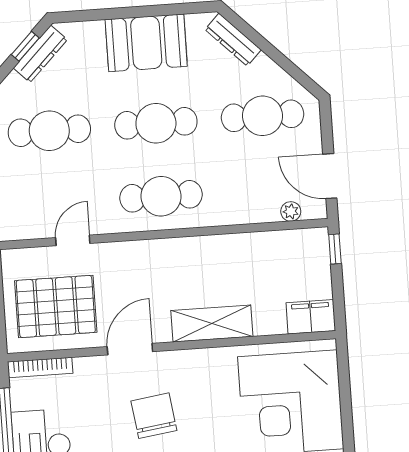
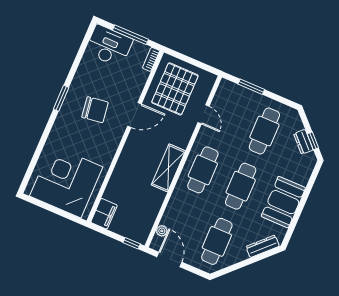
dresser: (40, 54) -> (303, 142), width x0.70
door: (330, 176) -> (169, 260), hinge flipped
shelving: (212, 324) -> (168, 168), moved
door: (130, 349) -> (134, 115), hinge flipped
bookcase: (40, 367) -> (151, 59), width x0.64

